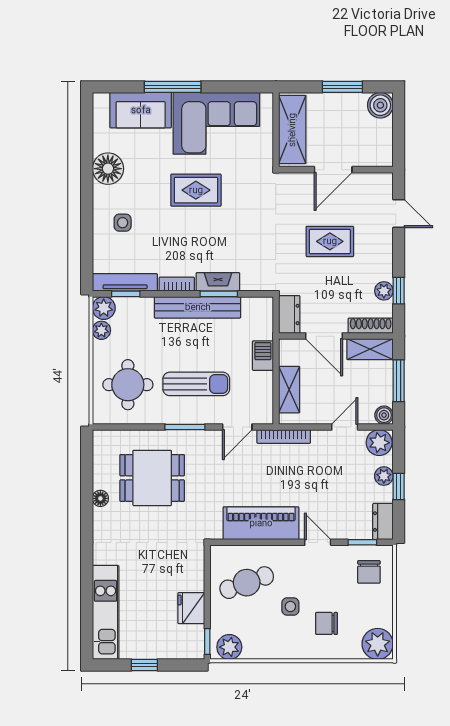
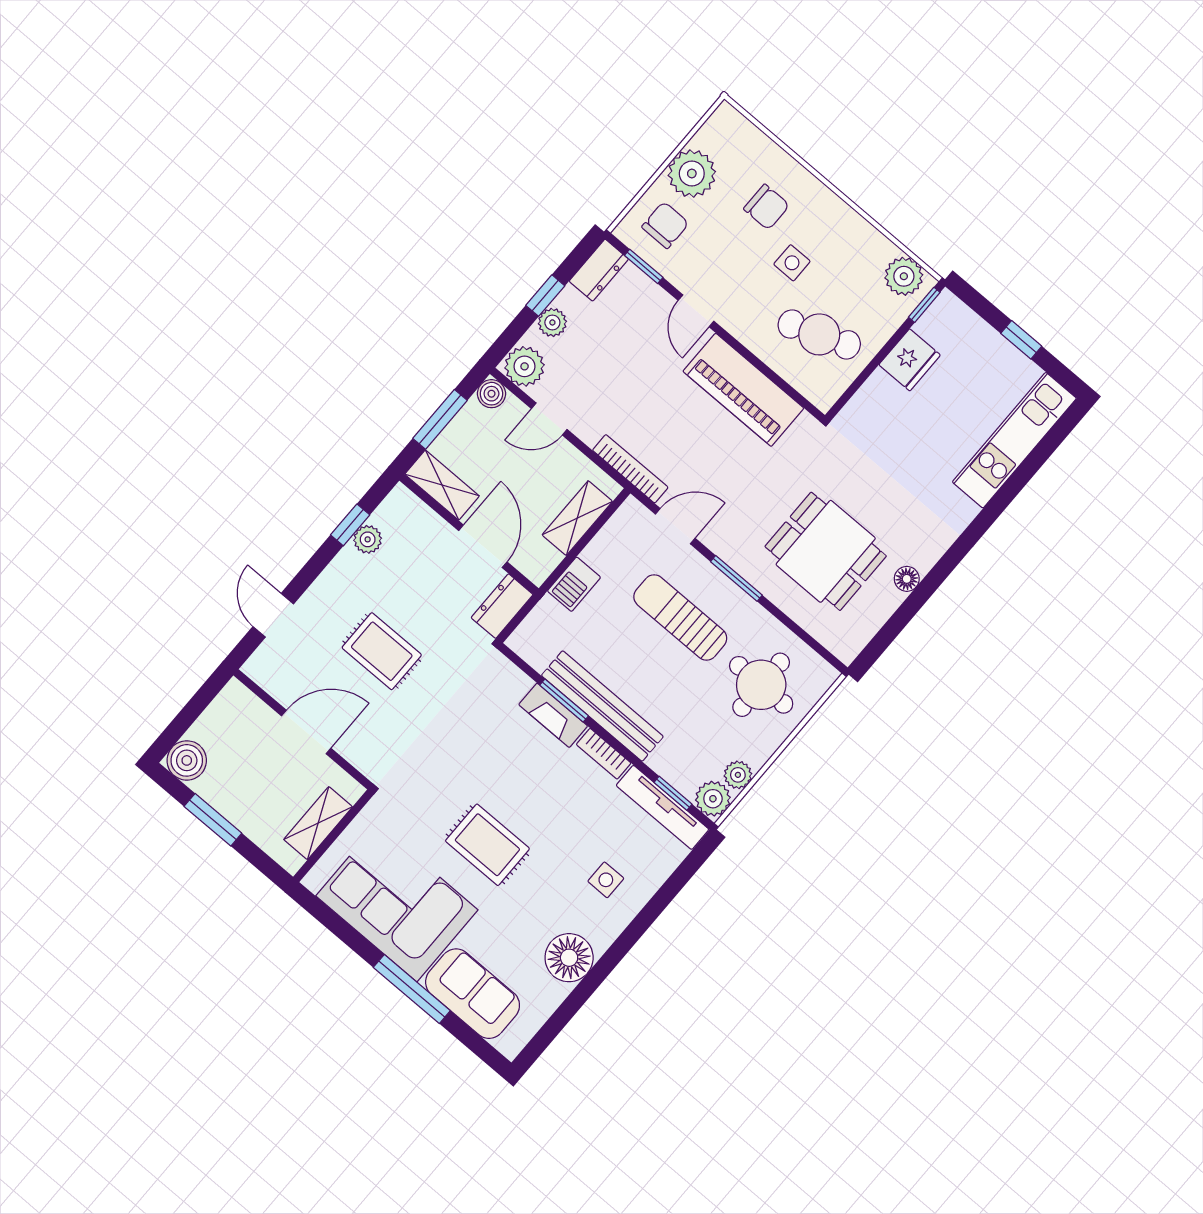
shelving: (292, 130) -> (318, 823), width x0.67, depth x0.75
shoe rack: (371, 326) -> (418, 512), removed
plant: (378, 644) -> (692, 174), moved

